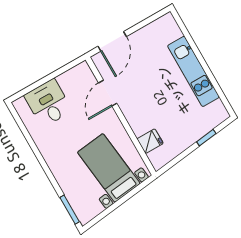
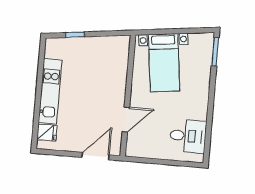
desk: (48, 103) -> (188, 136), moved, turned -90
fridge: (150, 141) -> (47, 133), moved, turned 180

